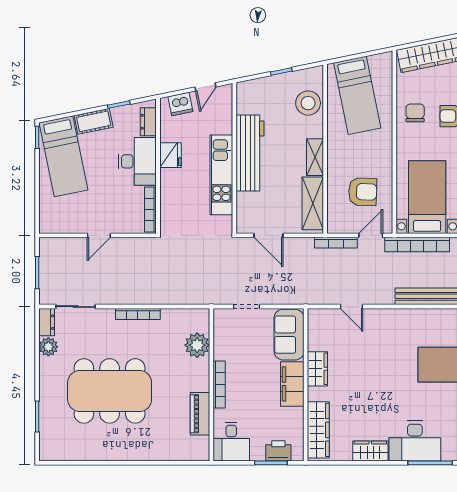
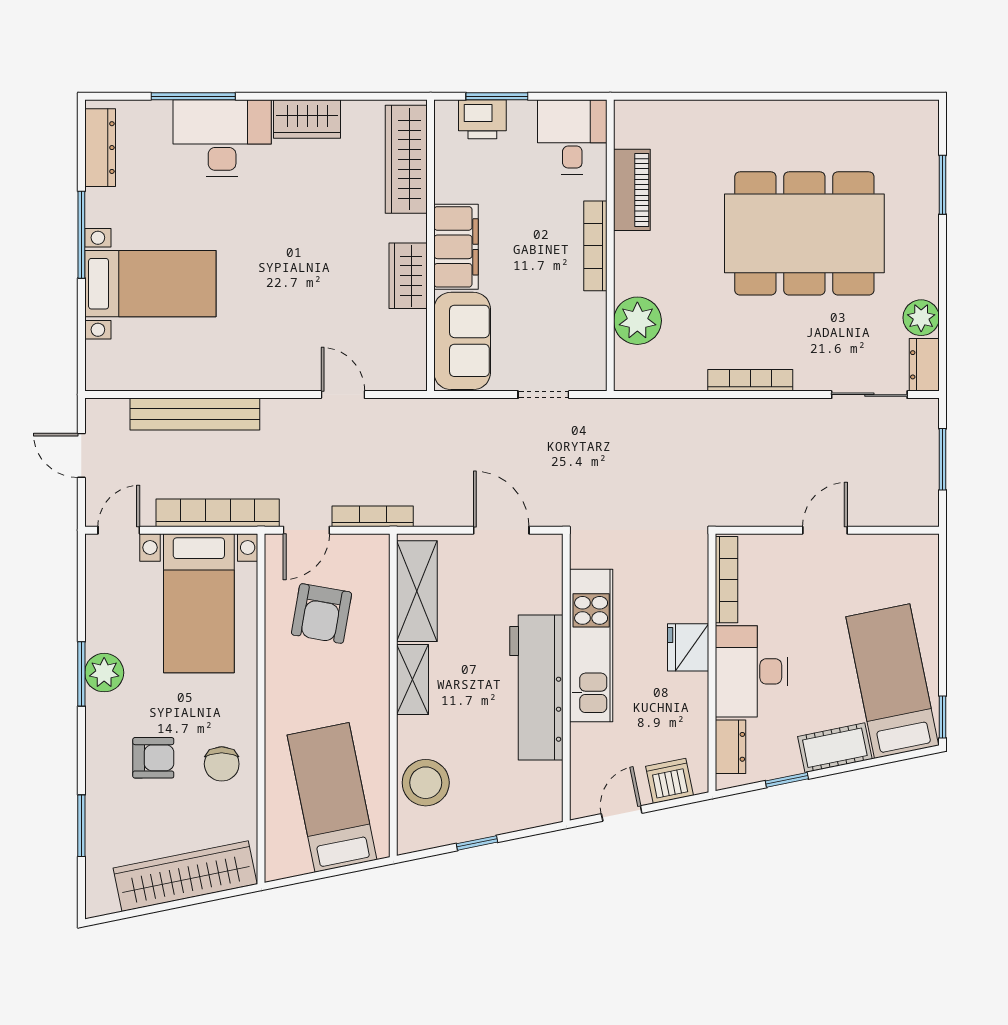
fridge: (171, 155) -> (688, 647), moved
armchair: (363, 192) -> (322, 614), turned -82

